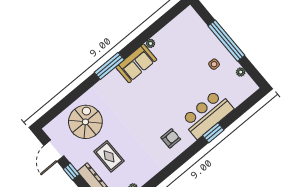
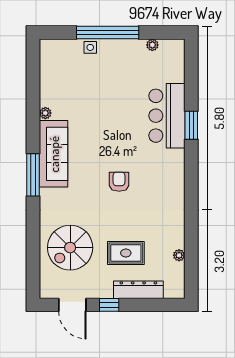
sofa: (136, 63) -> (54, 154), width x1.36
side table: (214, 64) -> (90, 47), moved
spiral stairs: (85, 122) -> (70, 248), turned -90
armchair: (171, 138) -> (119, 182), moved

